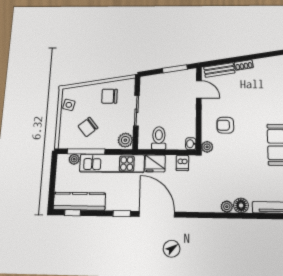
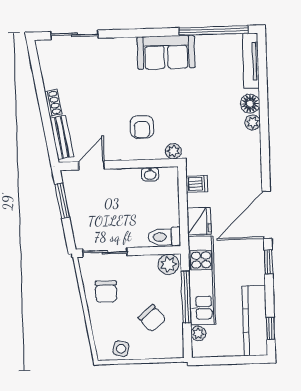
sliding door: (136, 111) -> (105, 252), moved
toilet: (159, 138) -> (164, 237), moved
washbasin: (191, 144) -> (150, 174), moved
window: (86, 151) -> (186, 297), moved

